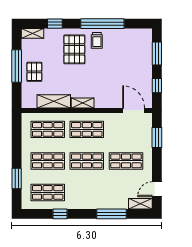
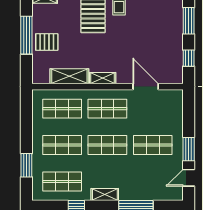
pallet: (34, 72) -> (47, 42), turned 90
door: (134, 110) -> (146, 87), moved
window: (157, 137) -> (189, 149), moved
shelving: (140, 204) -> (105, 195), moved

